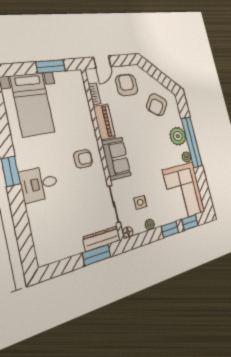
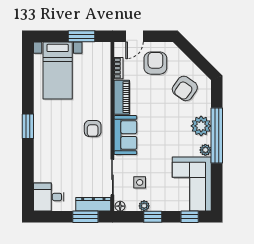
armchair: (83, 159) -> (93, 129), turned 90
desk: (39, 184) -> (49, 197), moved
window: (170, 229) -> (153, 217), moved

